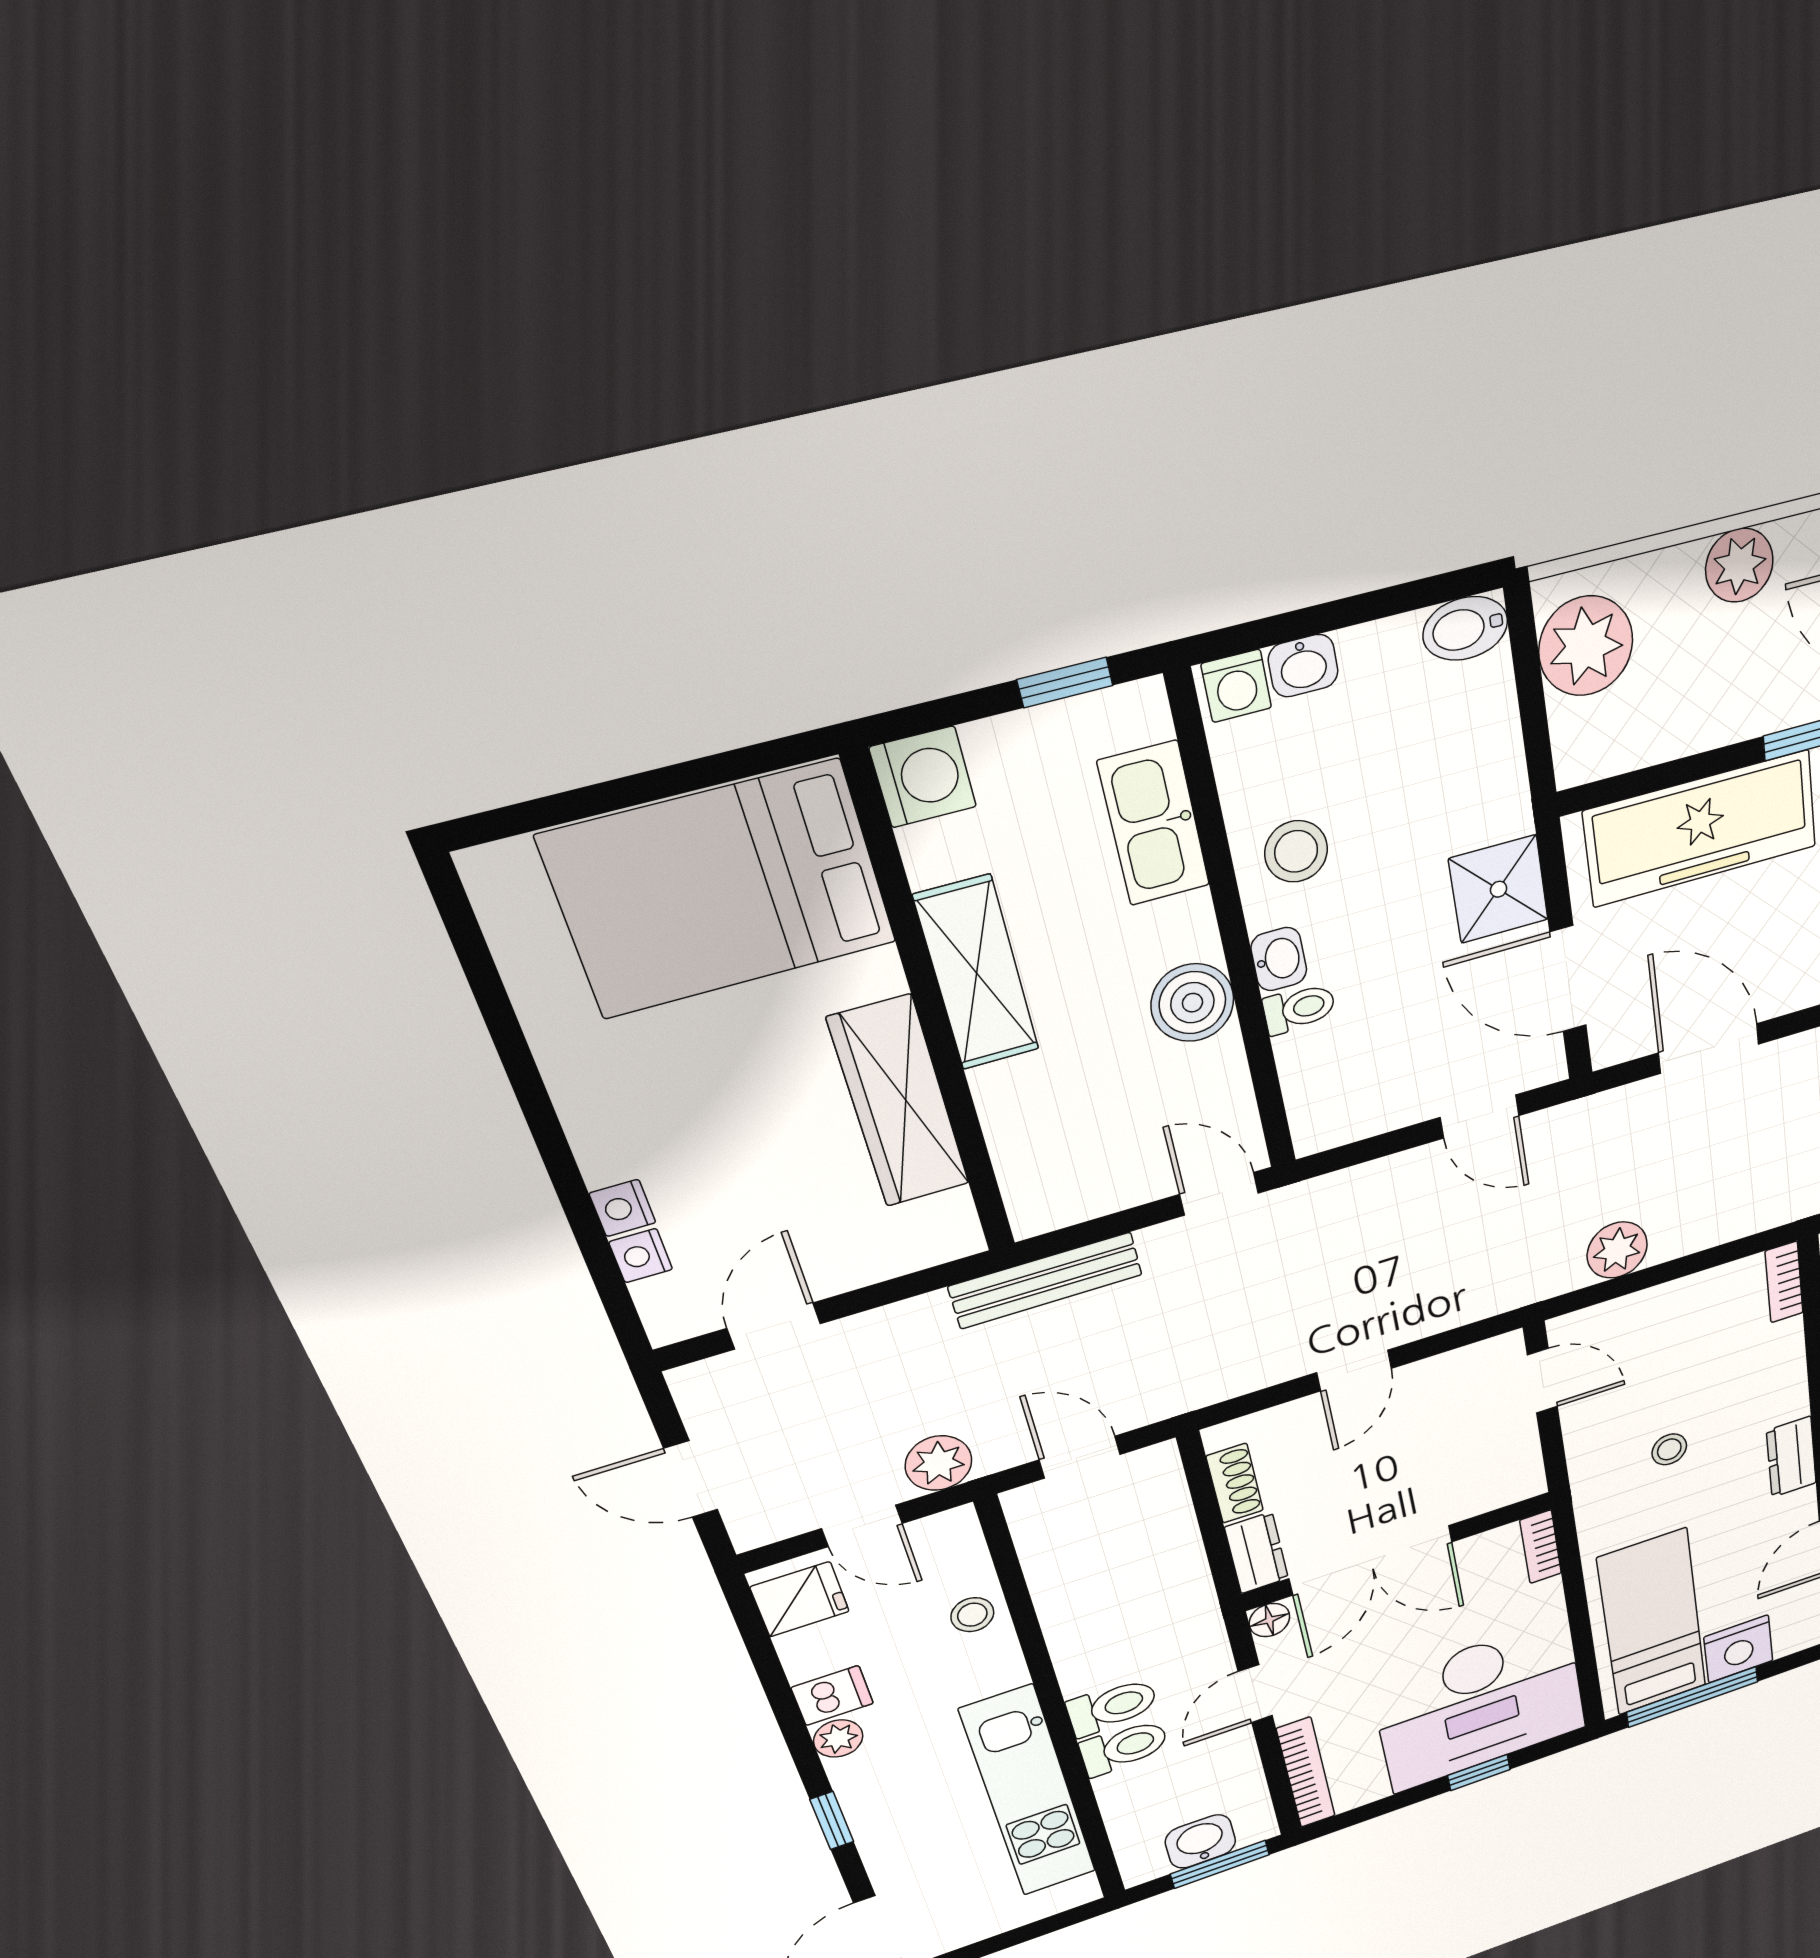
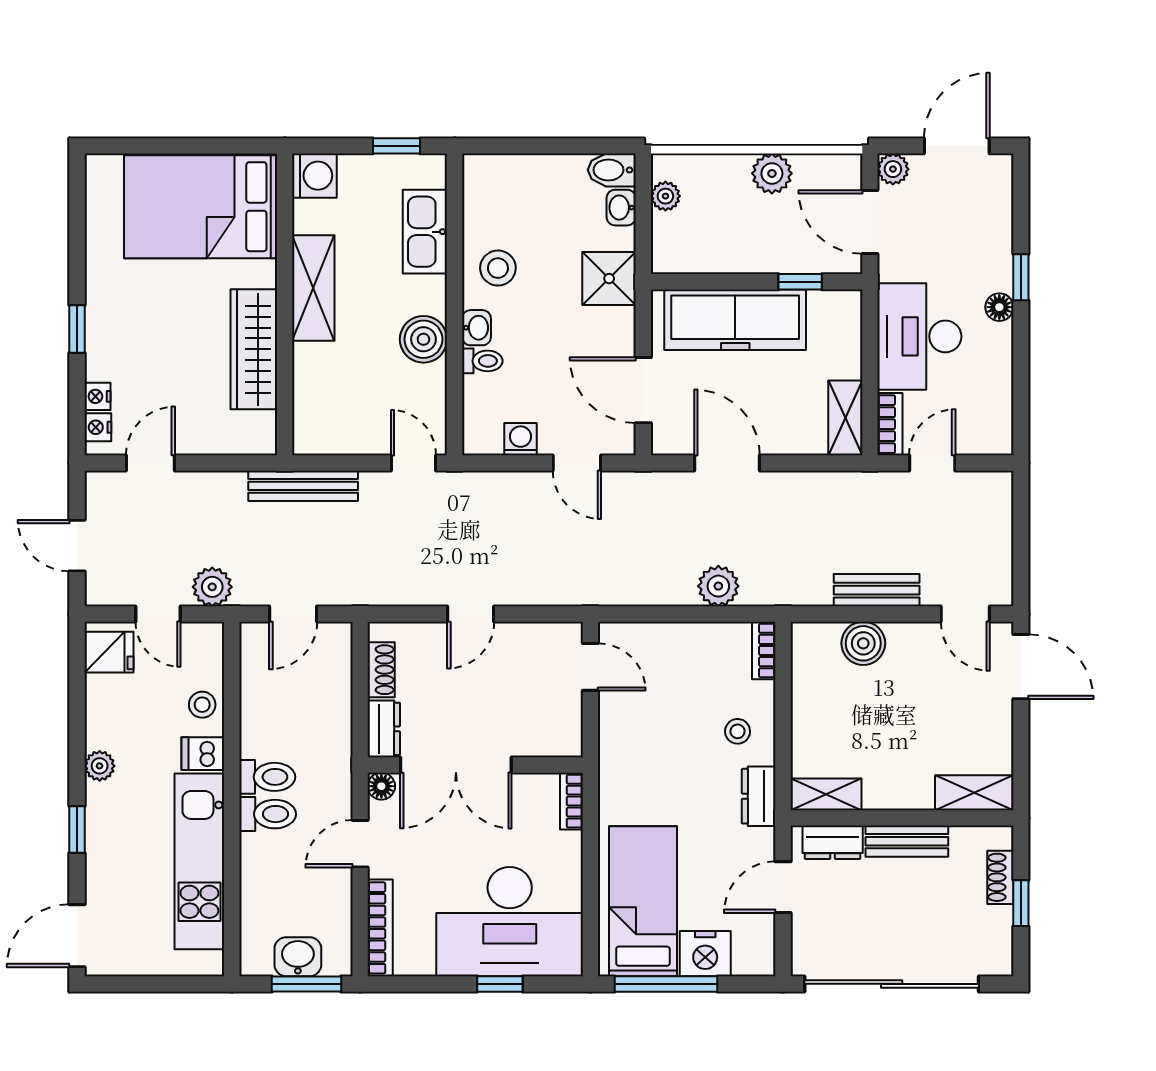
plant: (1586, 646) -> (665, 196), width x0.53, depth x0.53
washbasin: (1303, 666) -> (621, 208), moved, turned 90
washing machine: (1236, 686) -> (521, 439), moved, turned 180
shower: (1499, 889) -> (609, 279), moved
window: (559, 1161) -> (77, 329), added
nightstand: (622, 1208) -> (98, 427), moved
plant: (1617, 1250) -> (718, 586), moved
stool: (1669, 1449) -> (738, 731), moved
door: (1080, 1457) -> (293, 614), swing flipped
dishwasher: (832, 1695) -> (203, 754), moved, turned 180
toilet: (1124, 1747) -> (267, 777), moved

